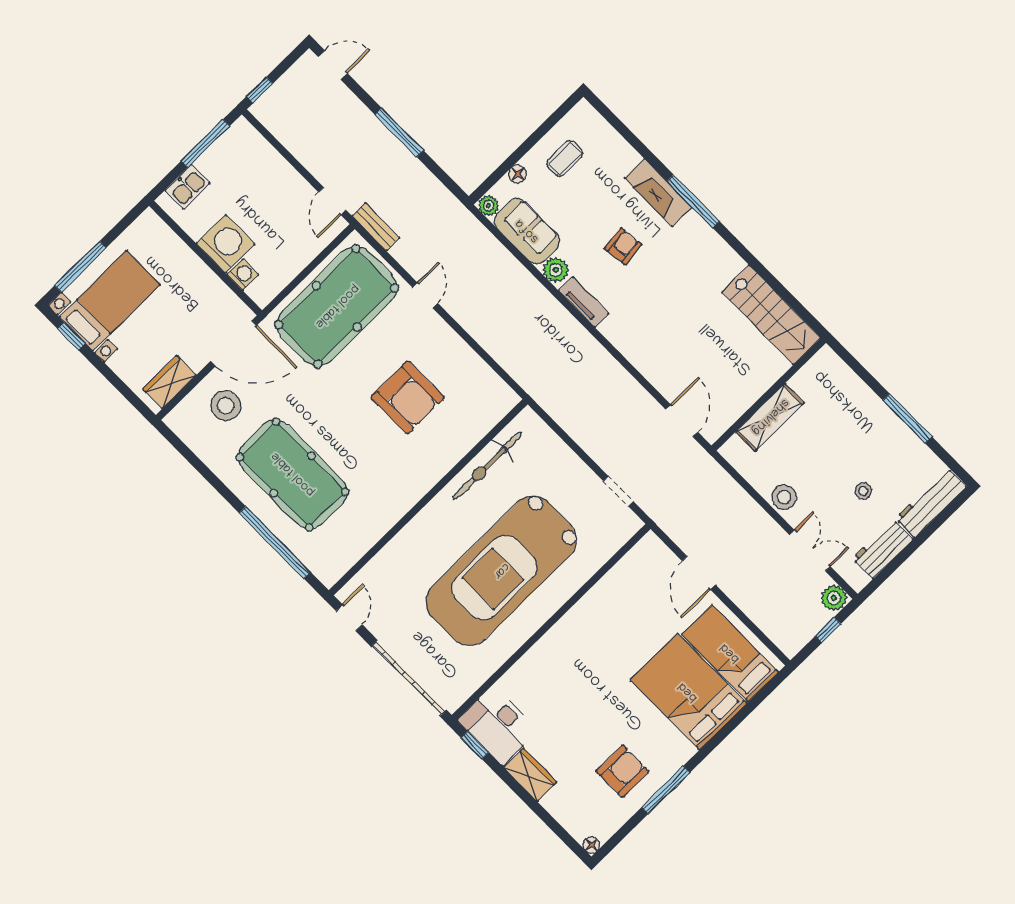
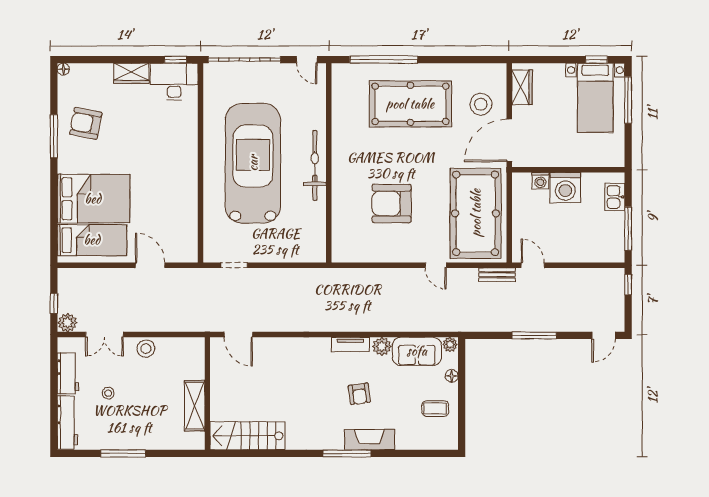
coffee table: (565, 158) -> (435, 409), turned 90
shelving: (770, 417) -> (195, 406), moved
bicycle: (487, 466) -> (315, 165), moved
armchair: (623, 771) -> (86, 123), turned 101

